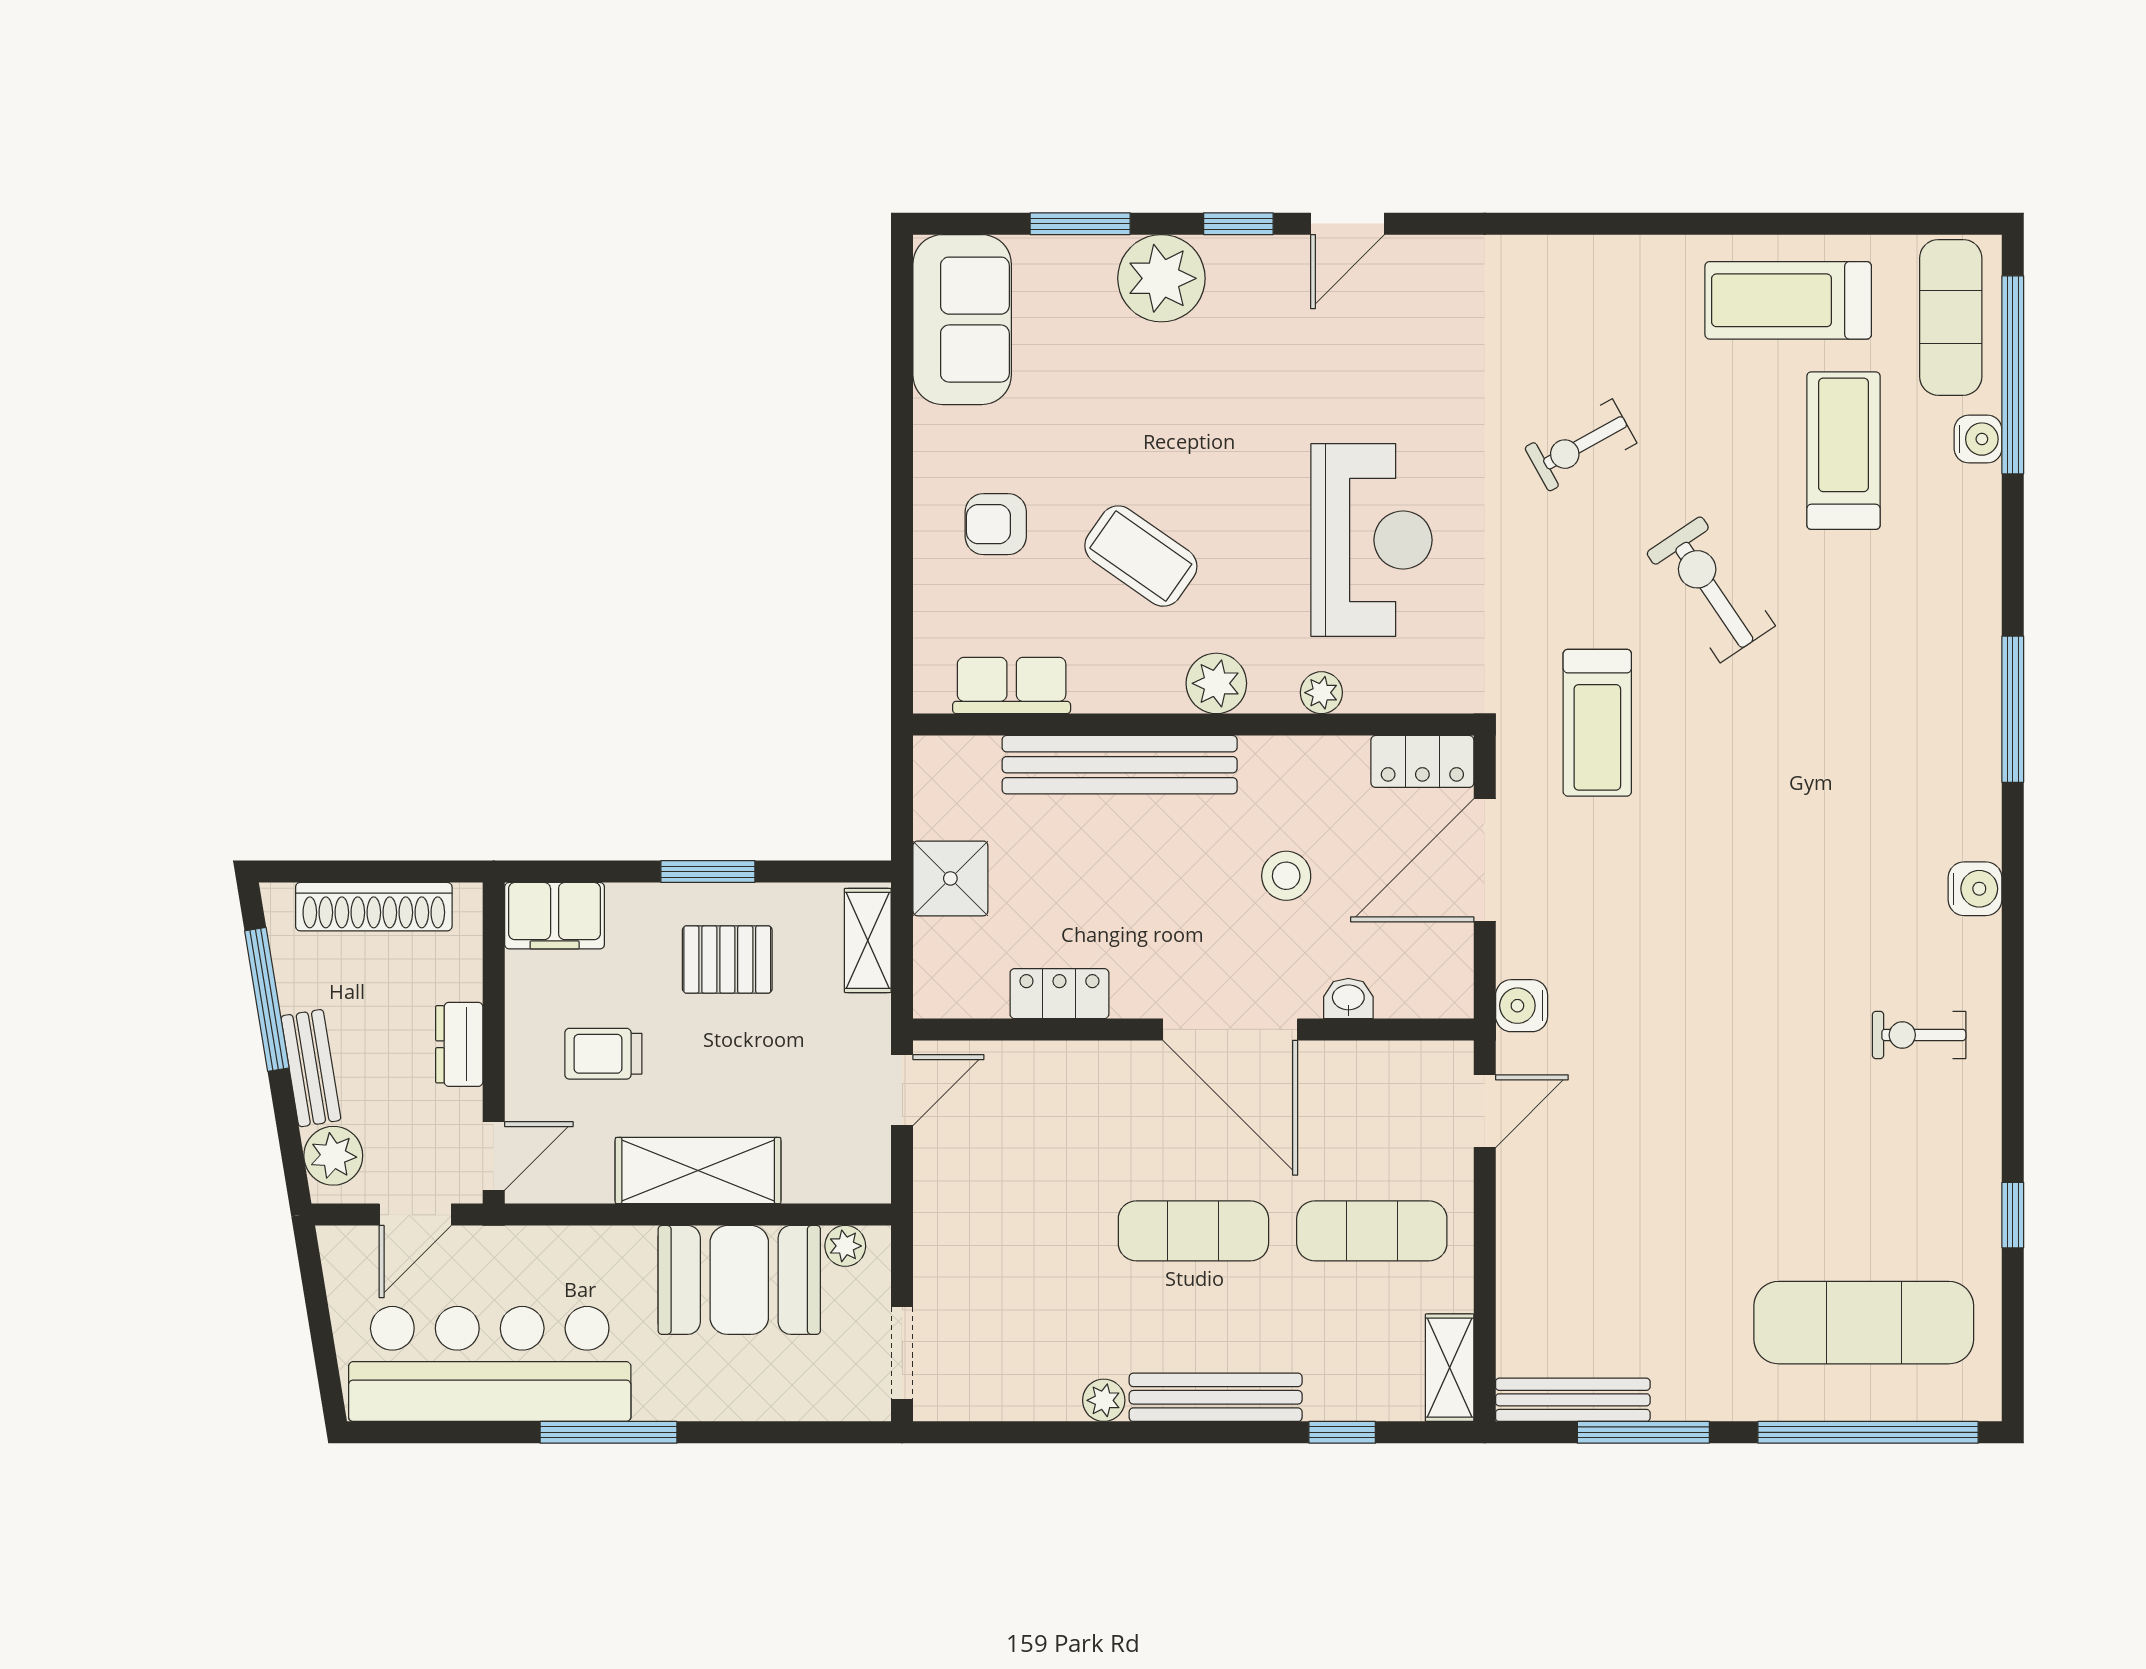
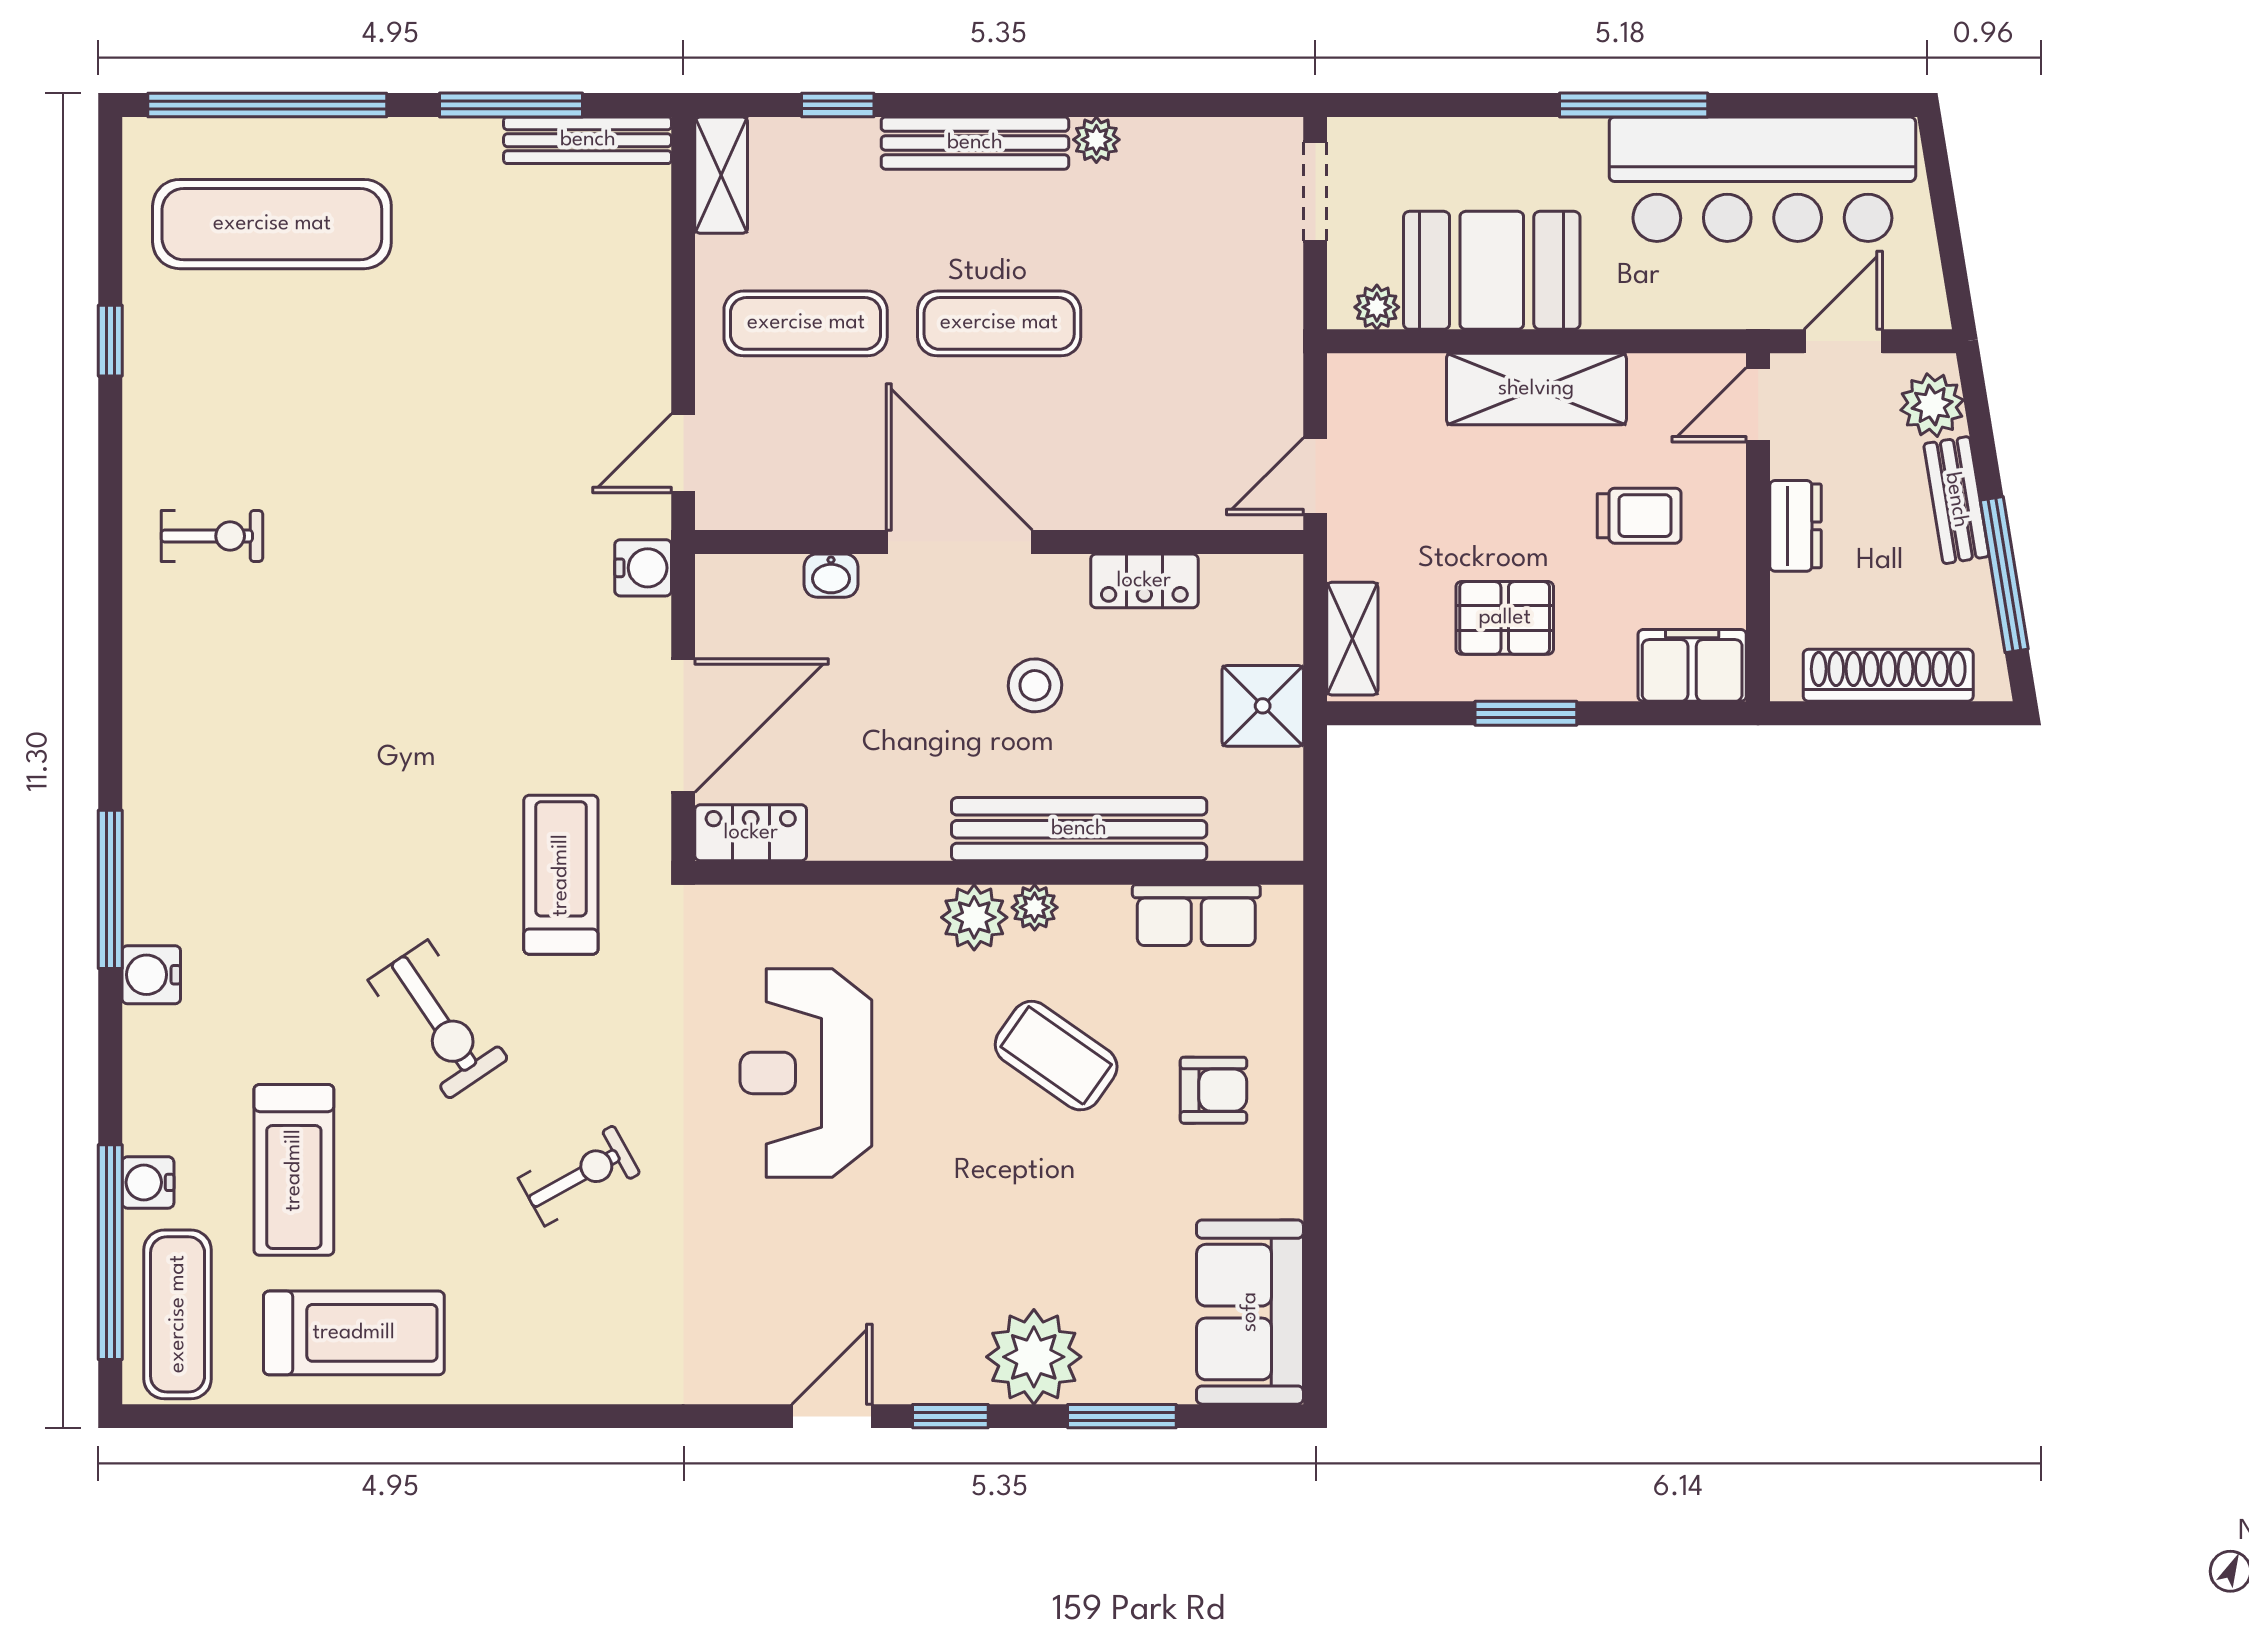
plant: (1321, 693) -> (1035, 907), moved
stool: (1286, 876) -> (1035, 685), moved
water cooler: (1975, 889) -> (151, 975), moved

